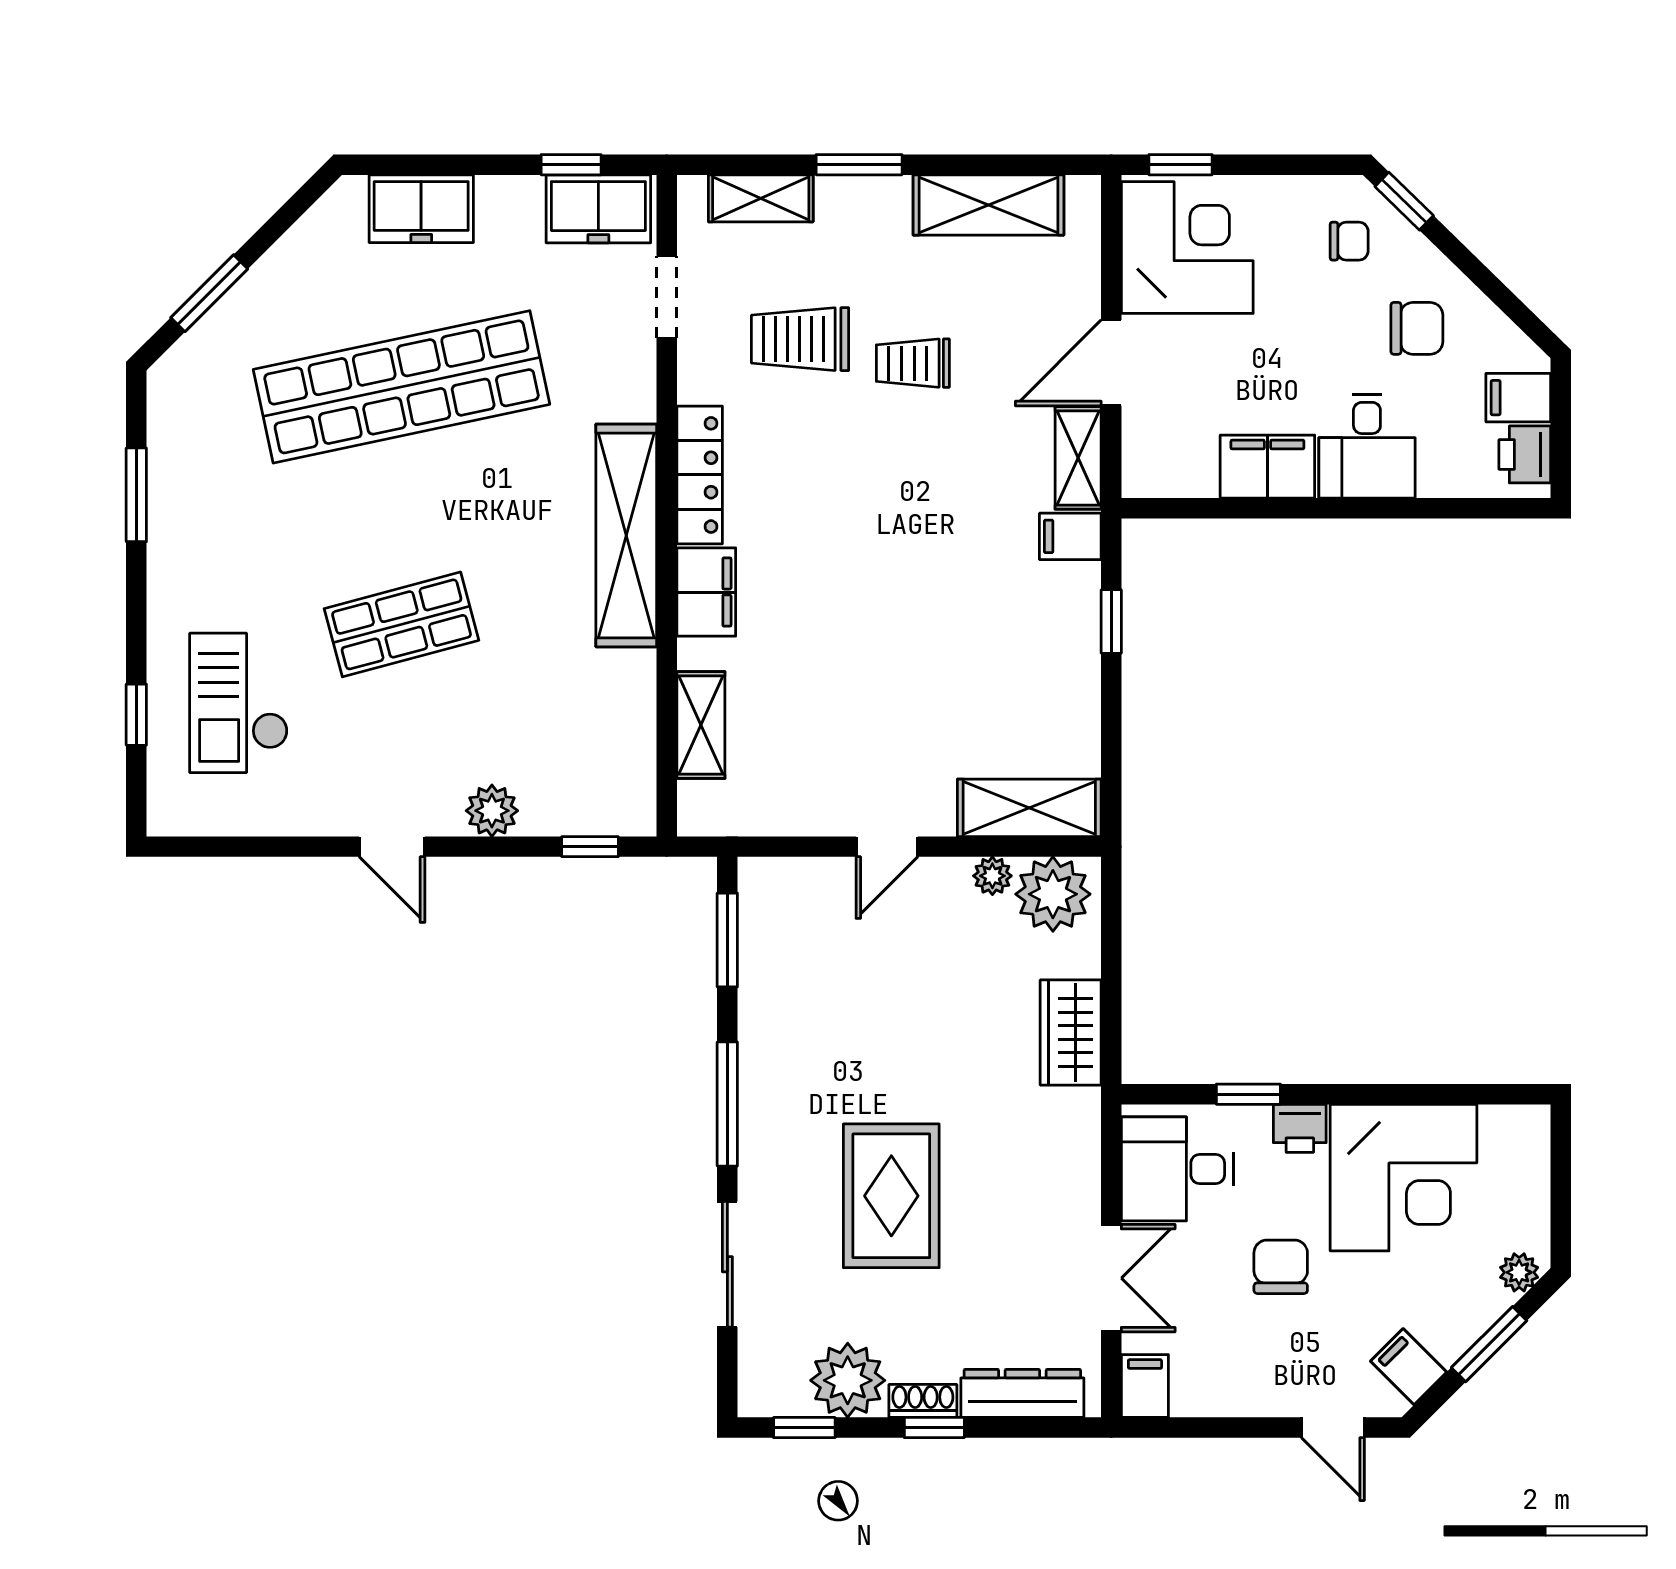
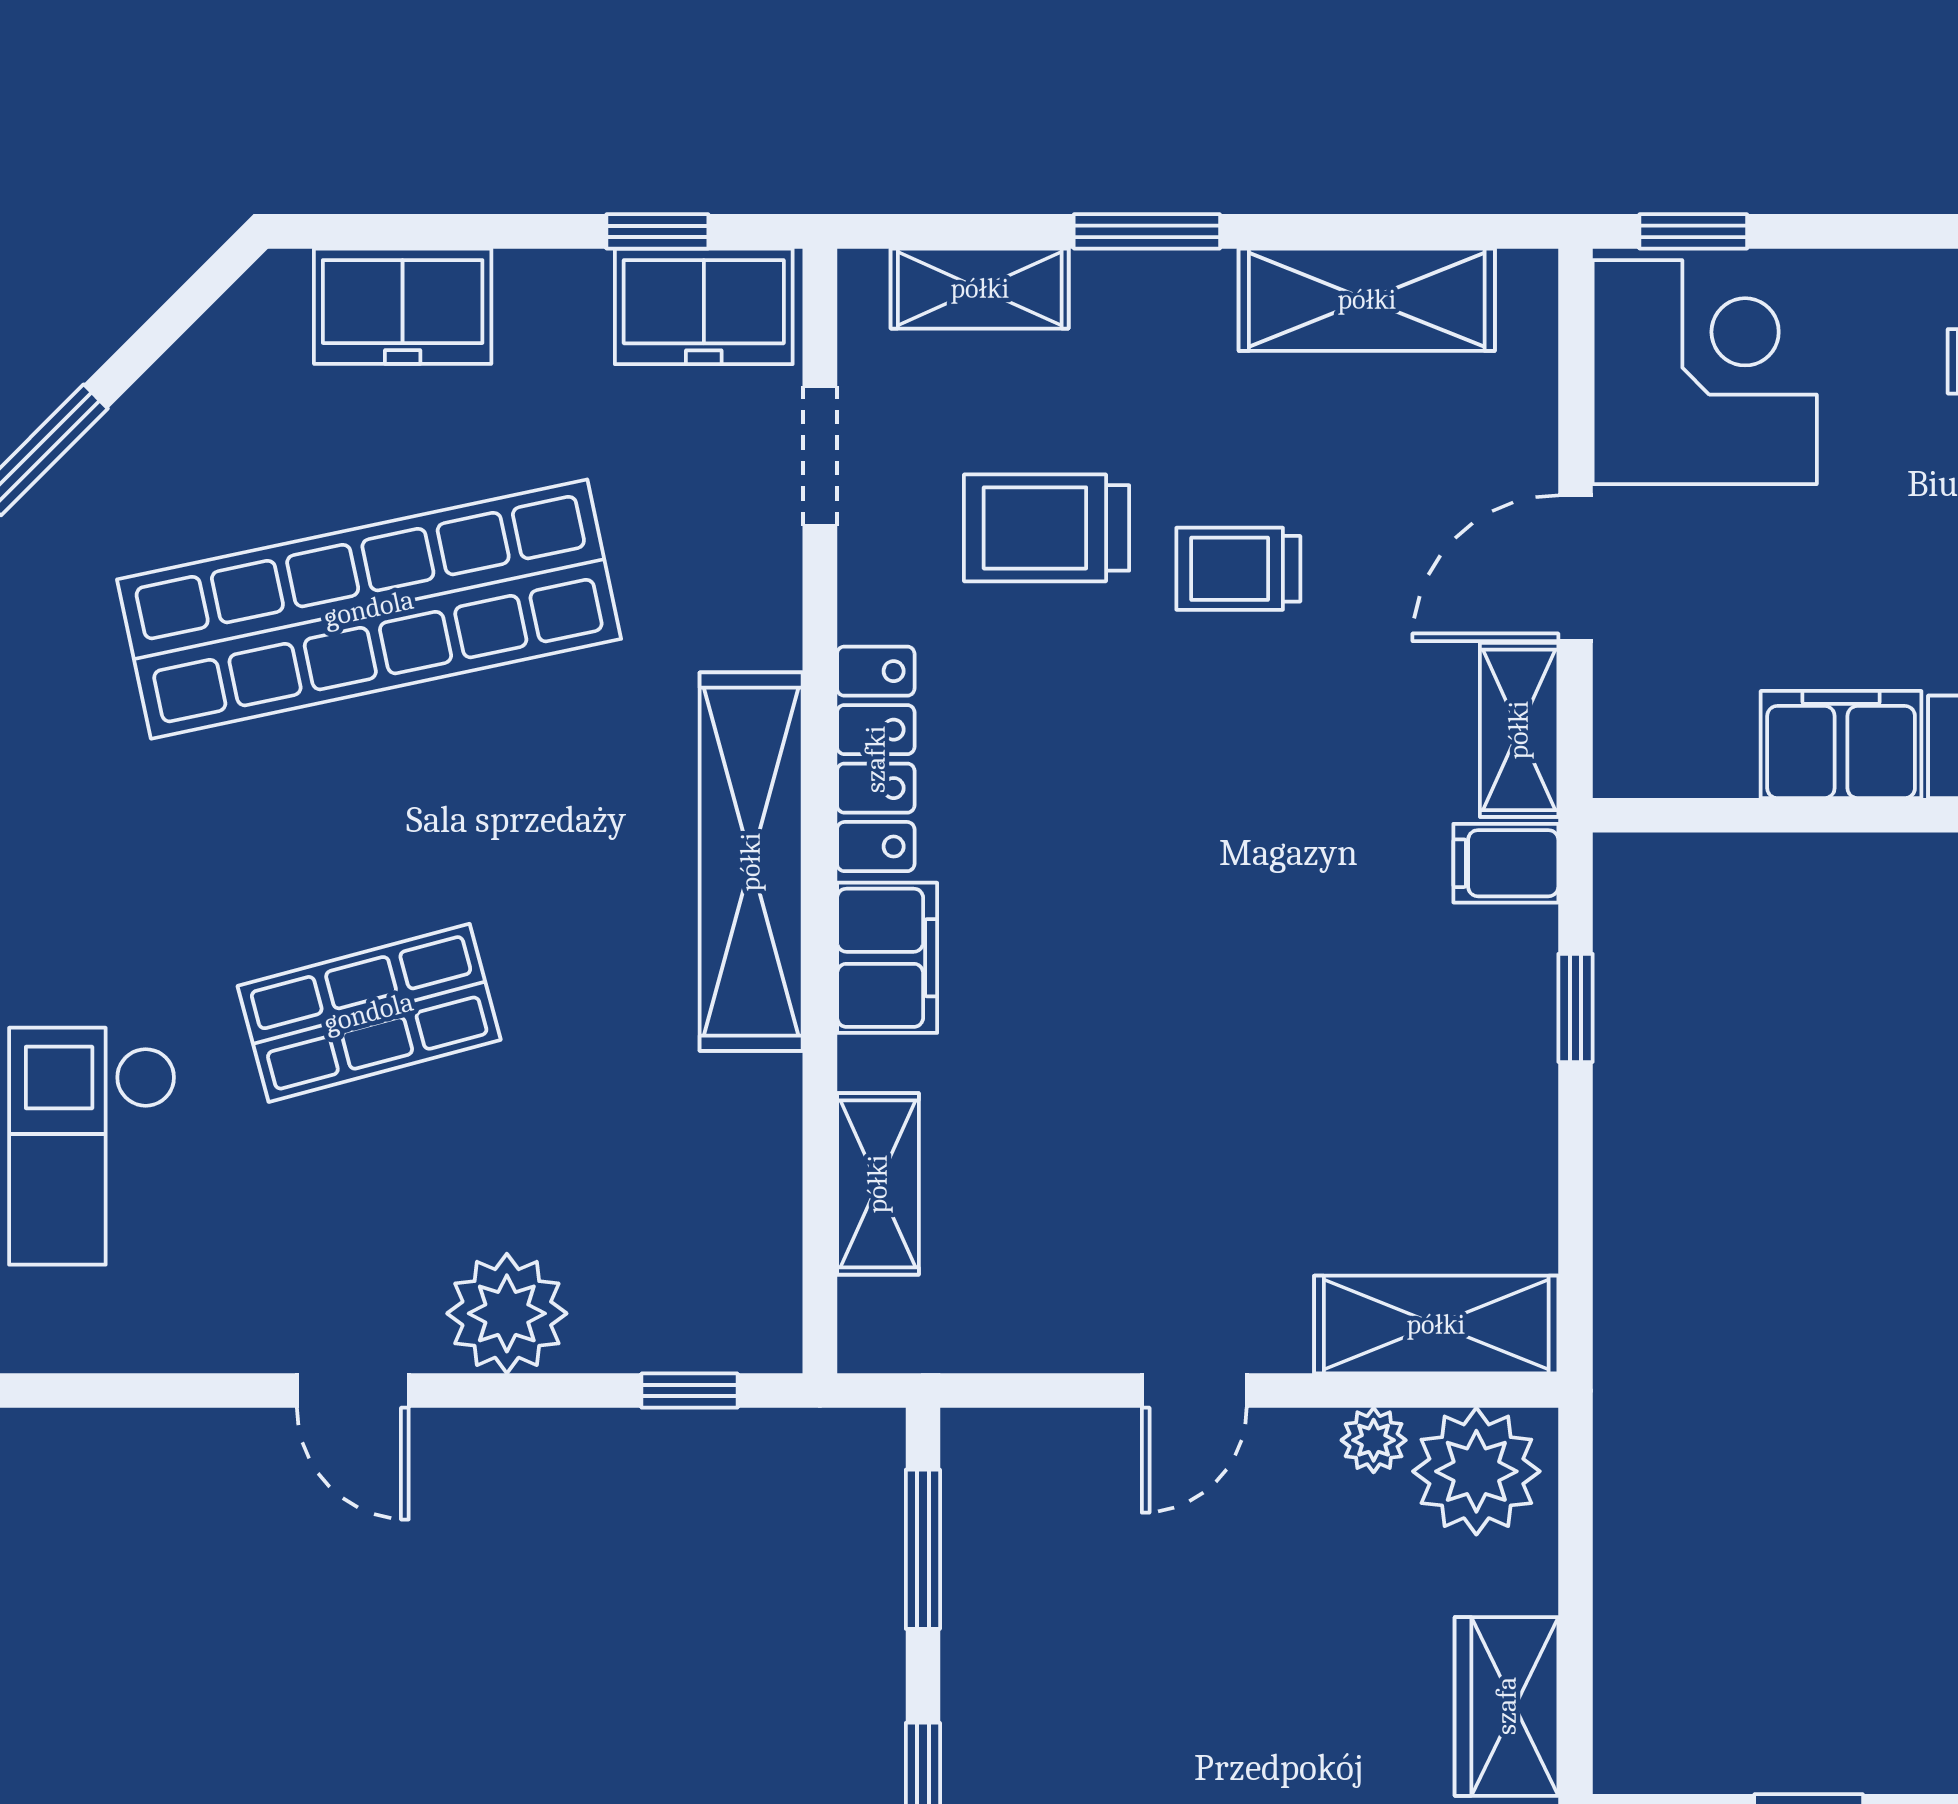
plant: (492, 811) -> (507, 1313), width x1.36, depth x1.36

